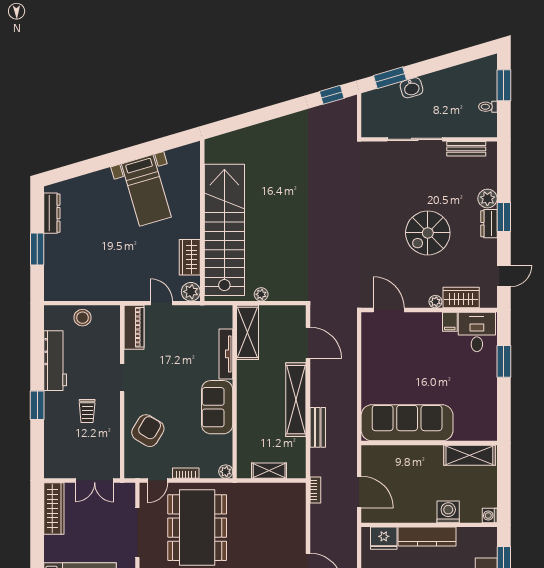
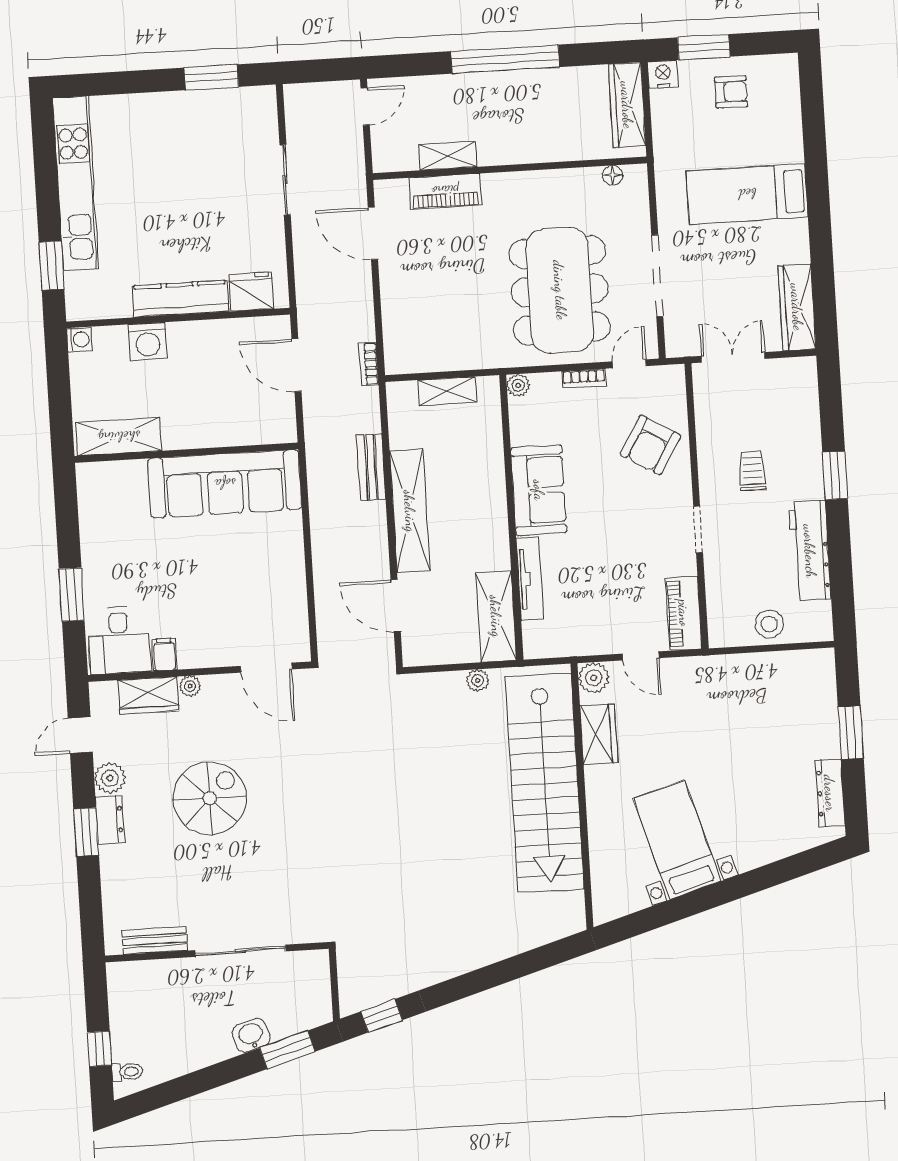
window: (504, 85) -> (99, 1049), width x0.67
toilet: (488, 107) -> (127, 1072), moved
plant: (487, 199) -> (110, 778), moved

